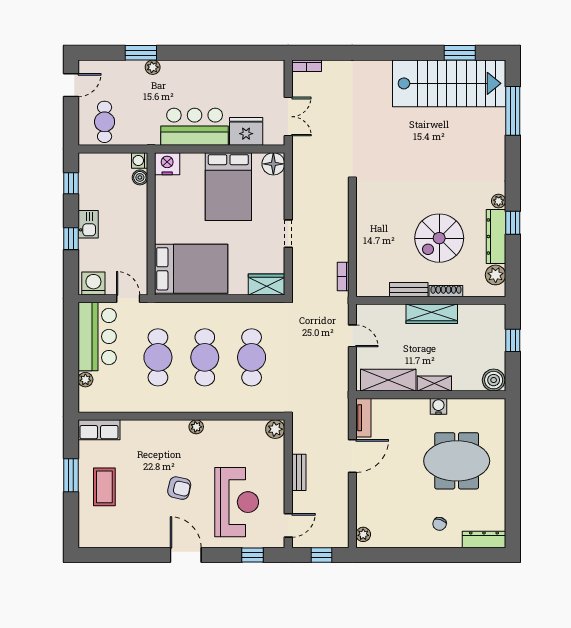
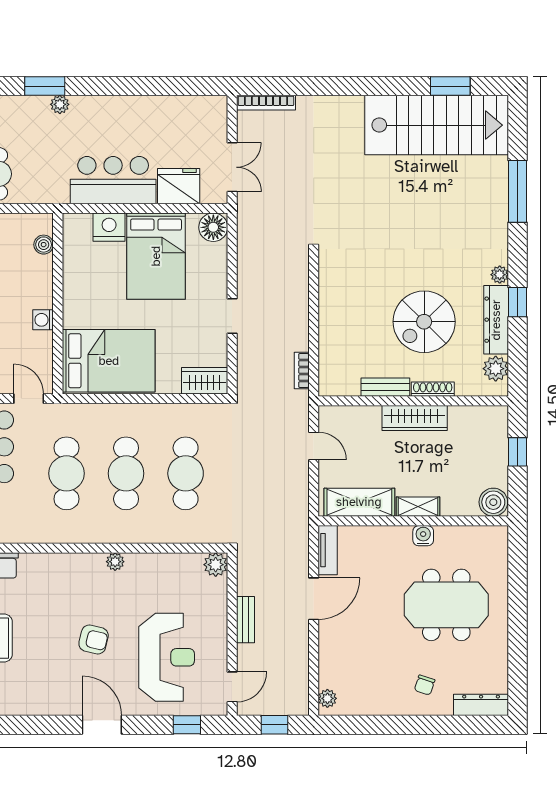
bookcase: (307, 66) -> (266, 103), width x1.56
window: (513, 111) -> (518, 191), moved
washing machine: (140, 160) -> (43, 320), moved
nightstand: (167, 164) -> (109, 227), moved

